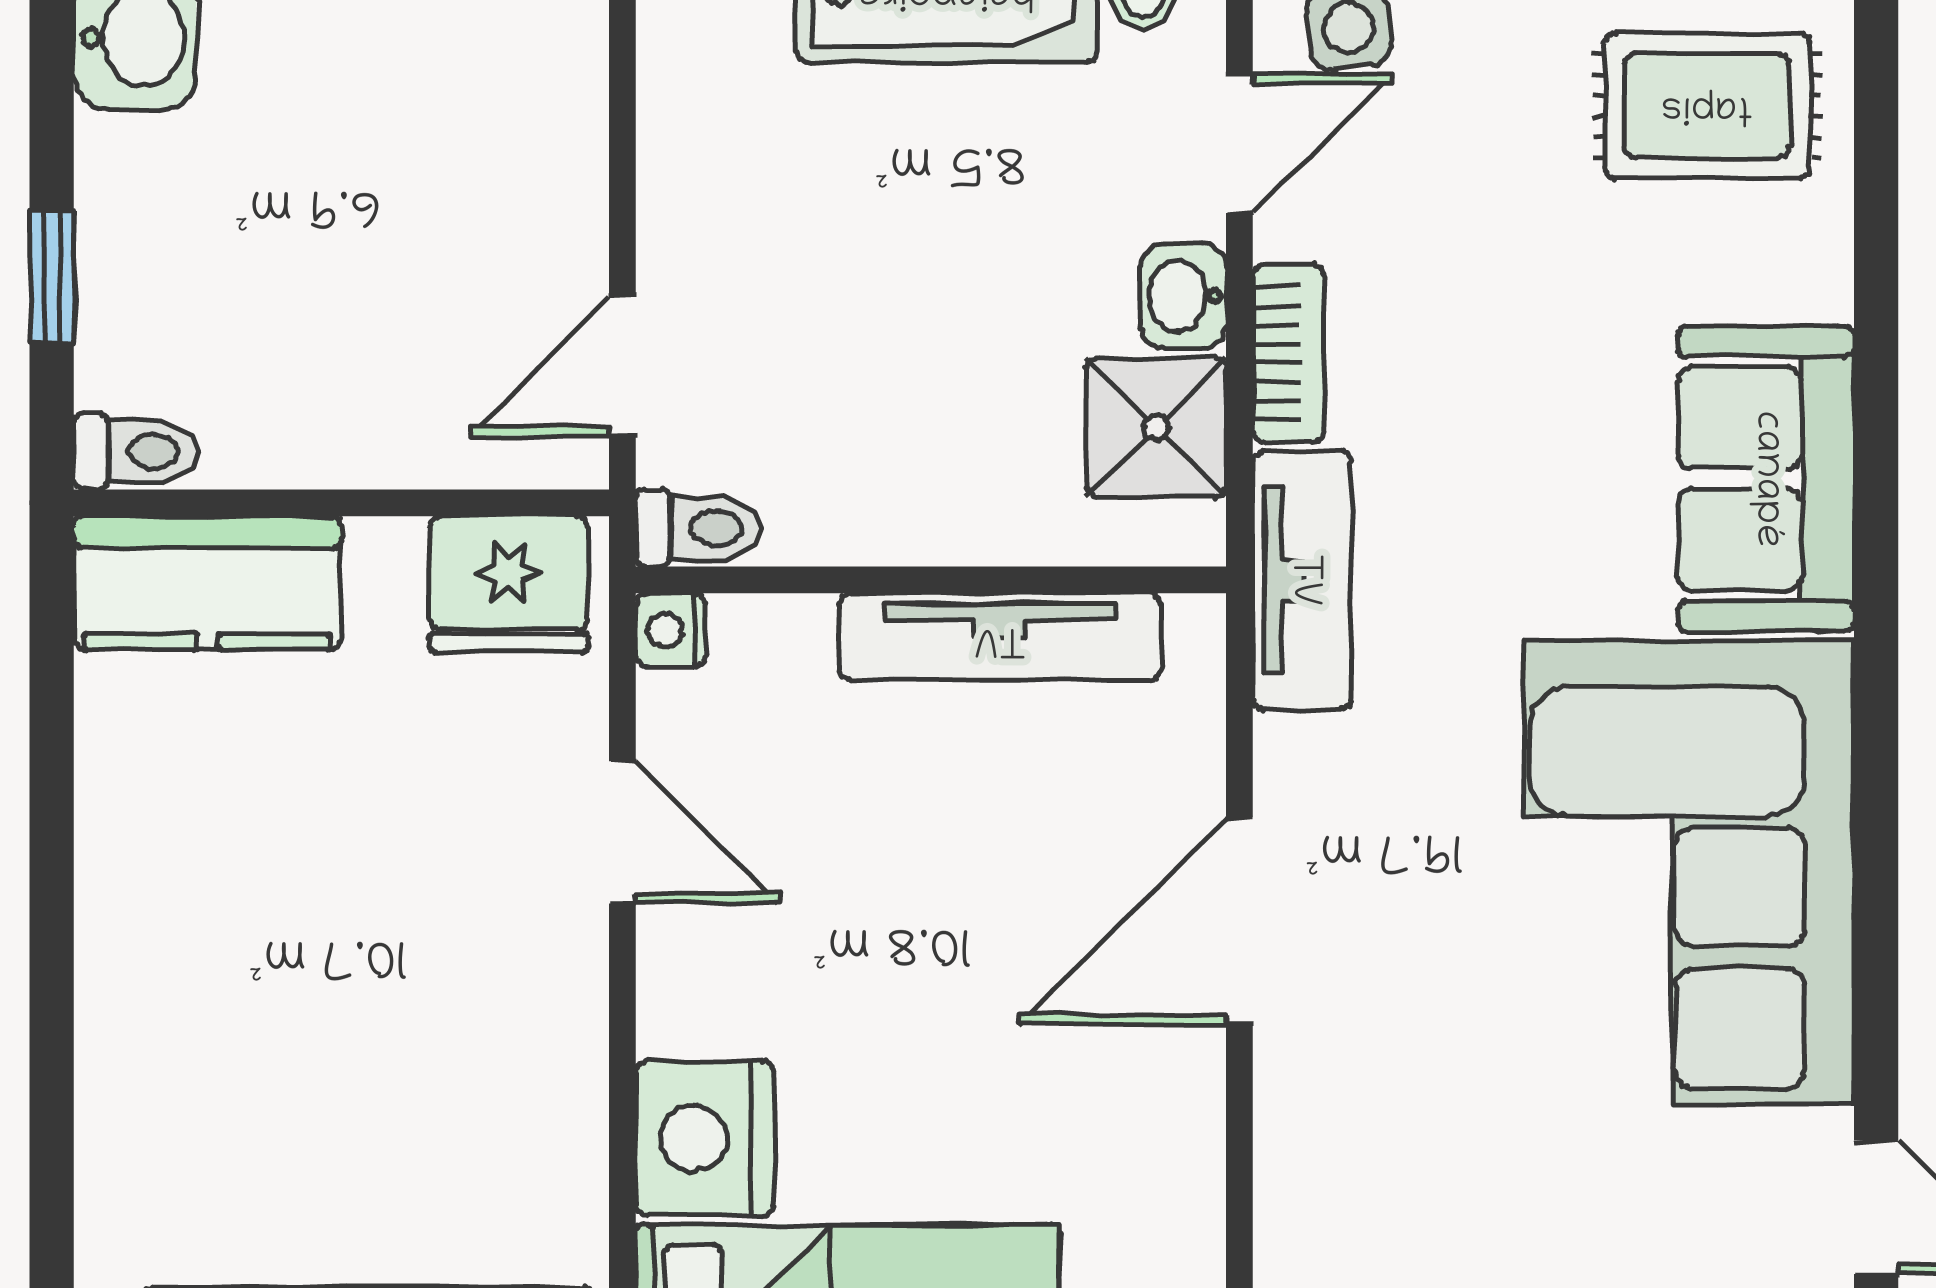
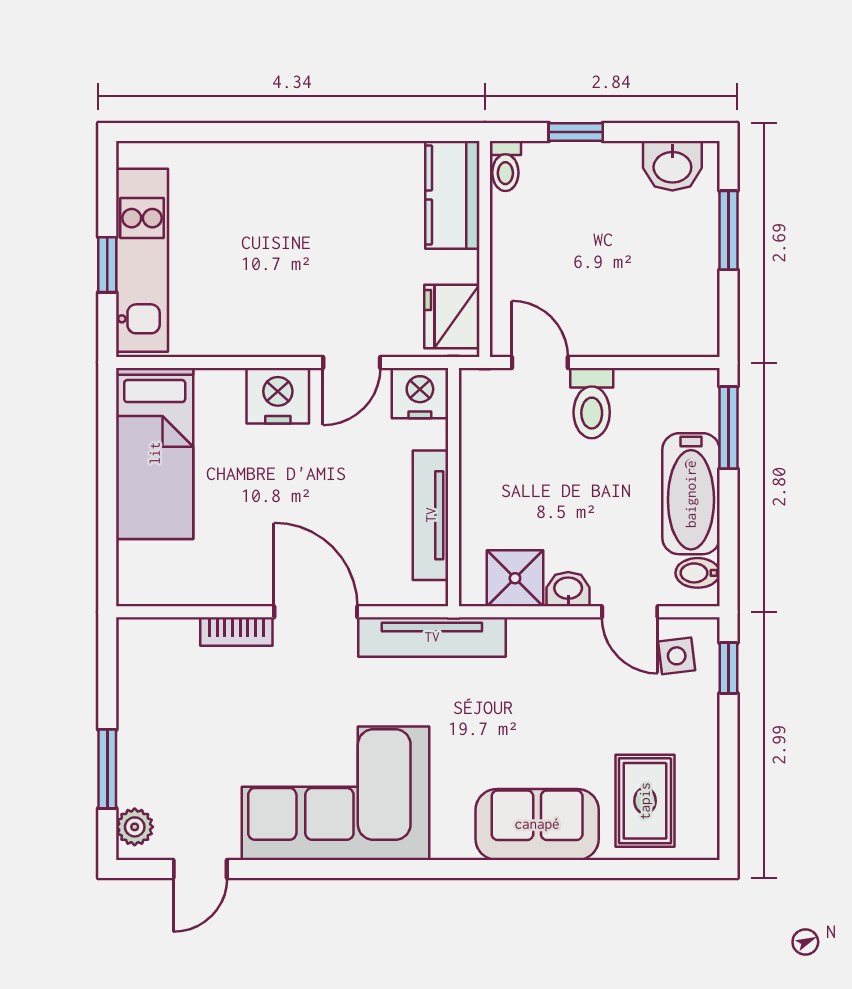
bookcase: (1288, 353) -> (236, 631), moved
sofa: (1766, 479) -> (537, 824), moved
toilet: (699, 528) -> (592, 403), moved, width x1.37, depth x1.39
tv unit: (1302, 580) -> (432, 637), width x1.41
nightstand: (671, 630) -> (420, 393), width x1.89, depth x1.79
nightstand: (705, 1138) -> (278, 396), moved

